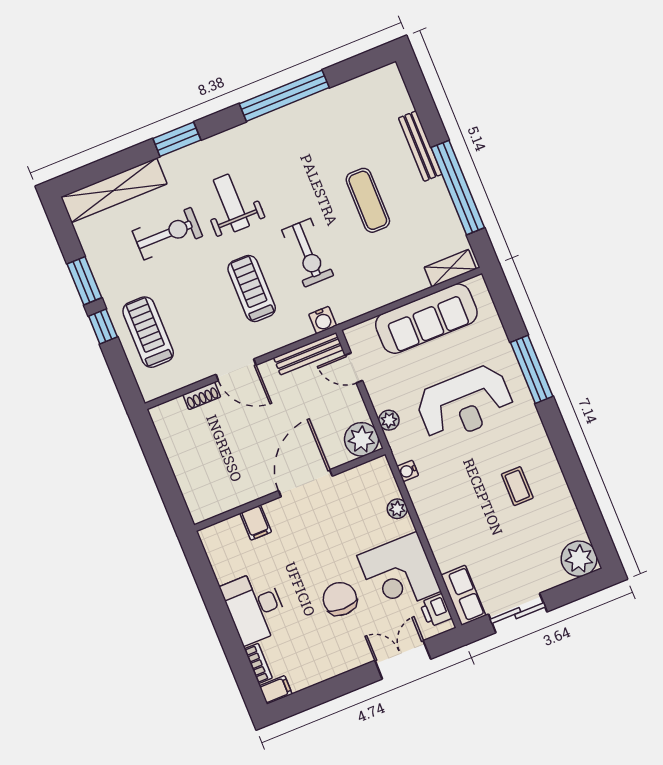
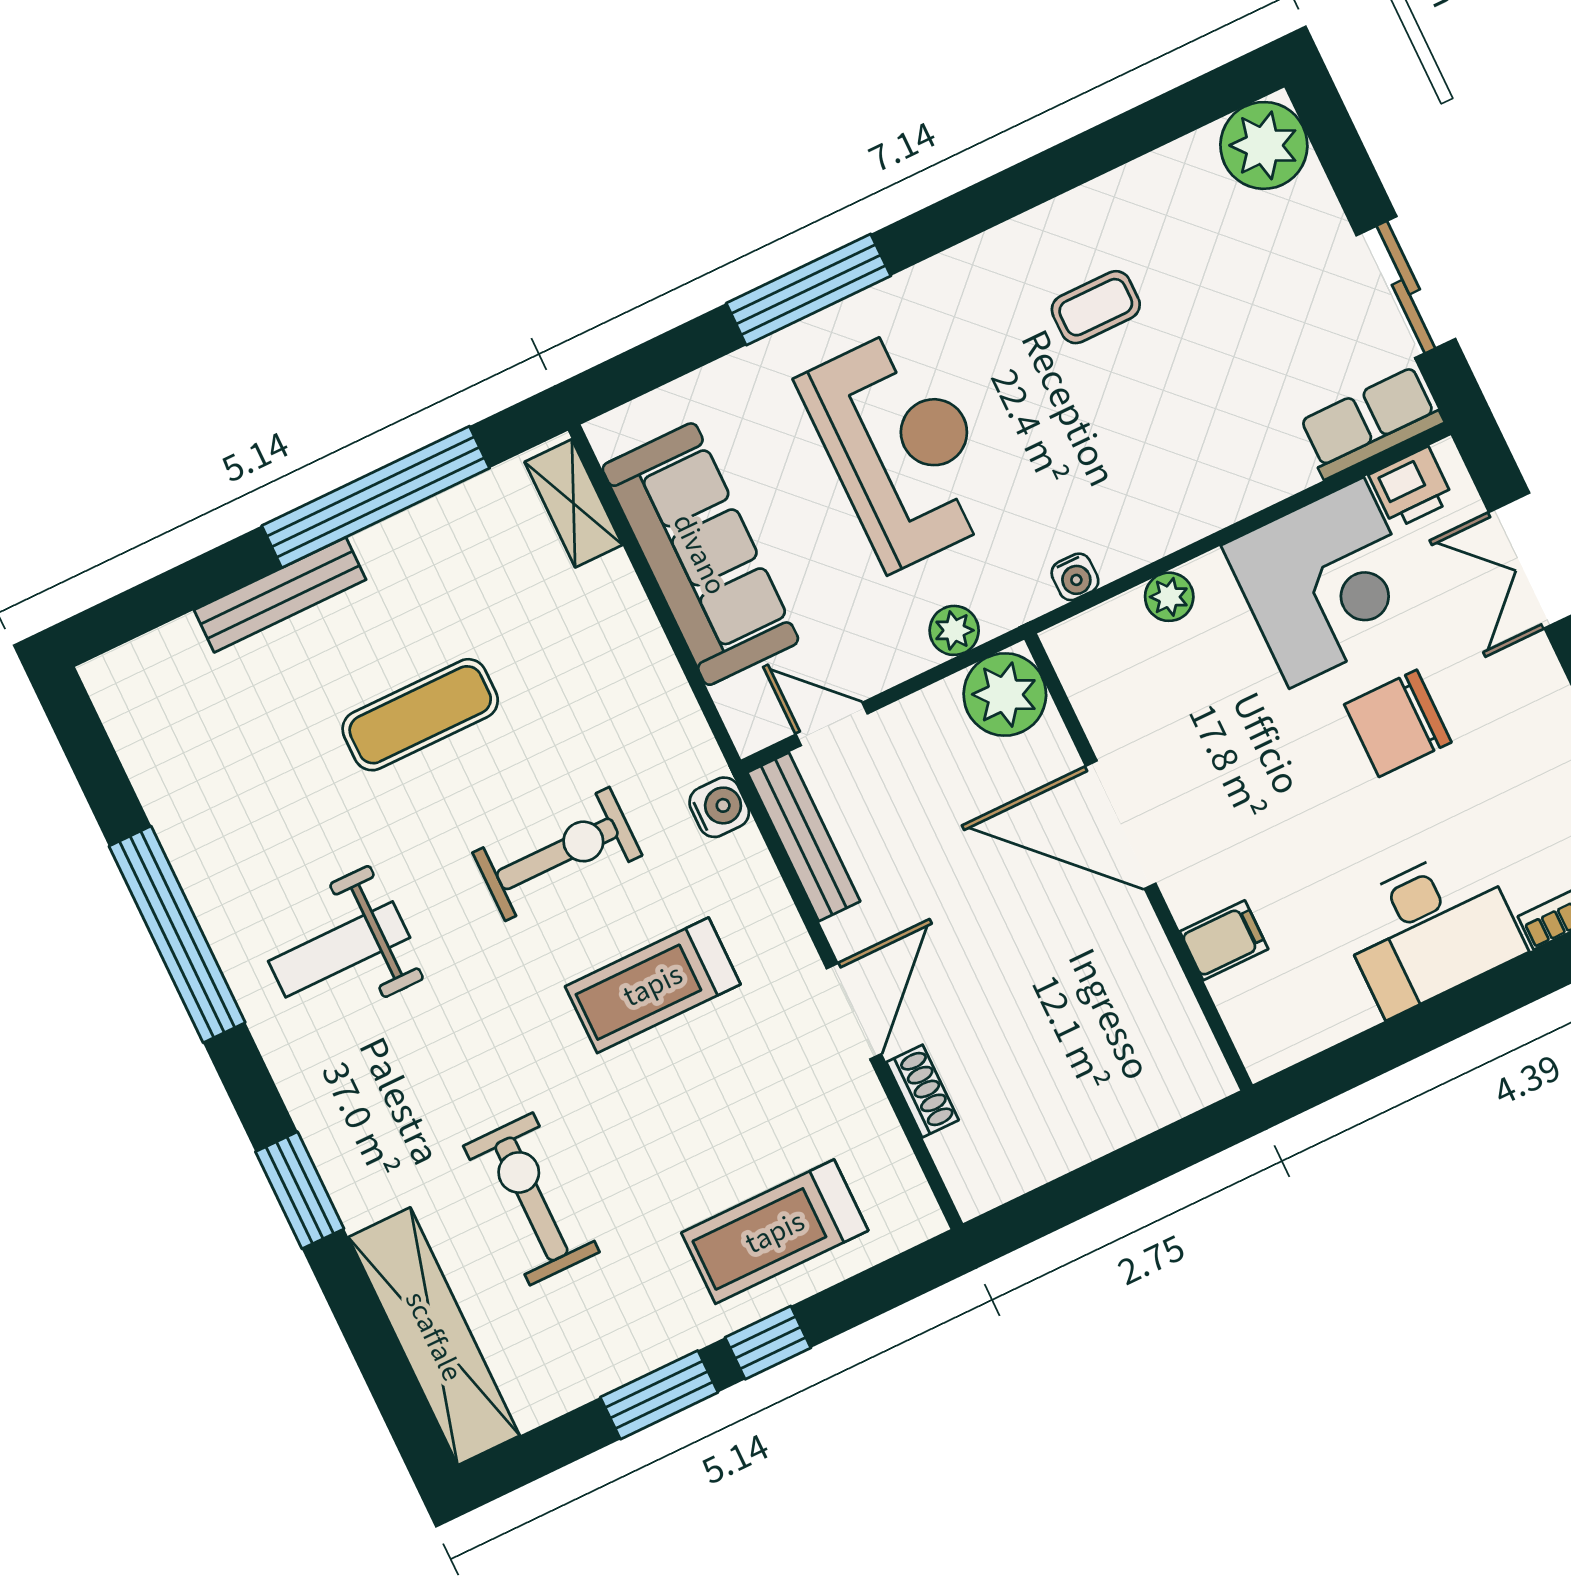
weight bench: (231, 203) -> (339, 949), moved
door: (354, 368) -> (832, 724), swing flipped

